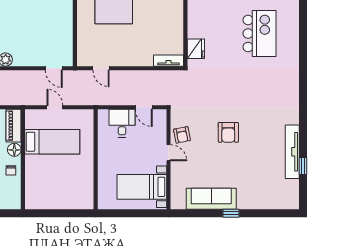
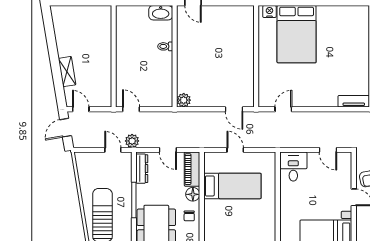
door: (101, 68) -> (283, 109), swing flipped
desk: (122, 123) -> (293, 167), moved

